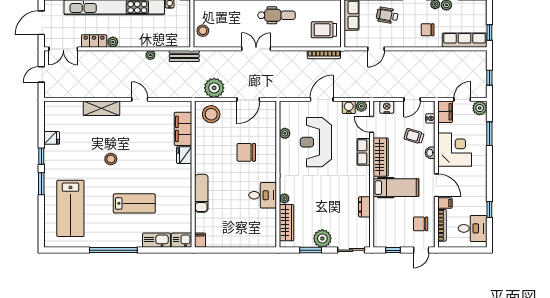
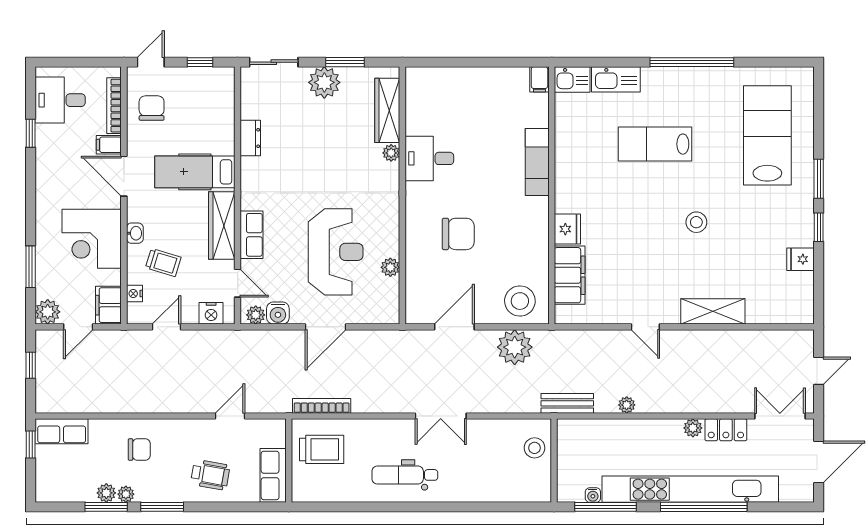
row of seats: (465, 40) -> (62, 431), width x0.68
chair: (421, 224) -> (152, 108), turned -90

